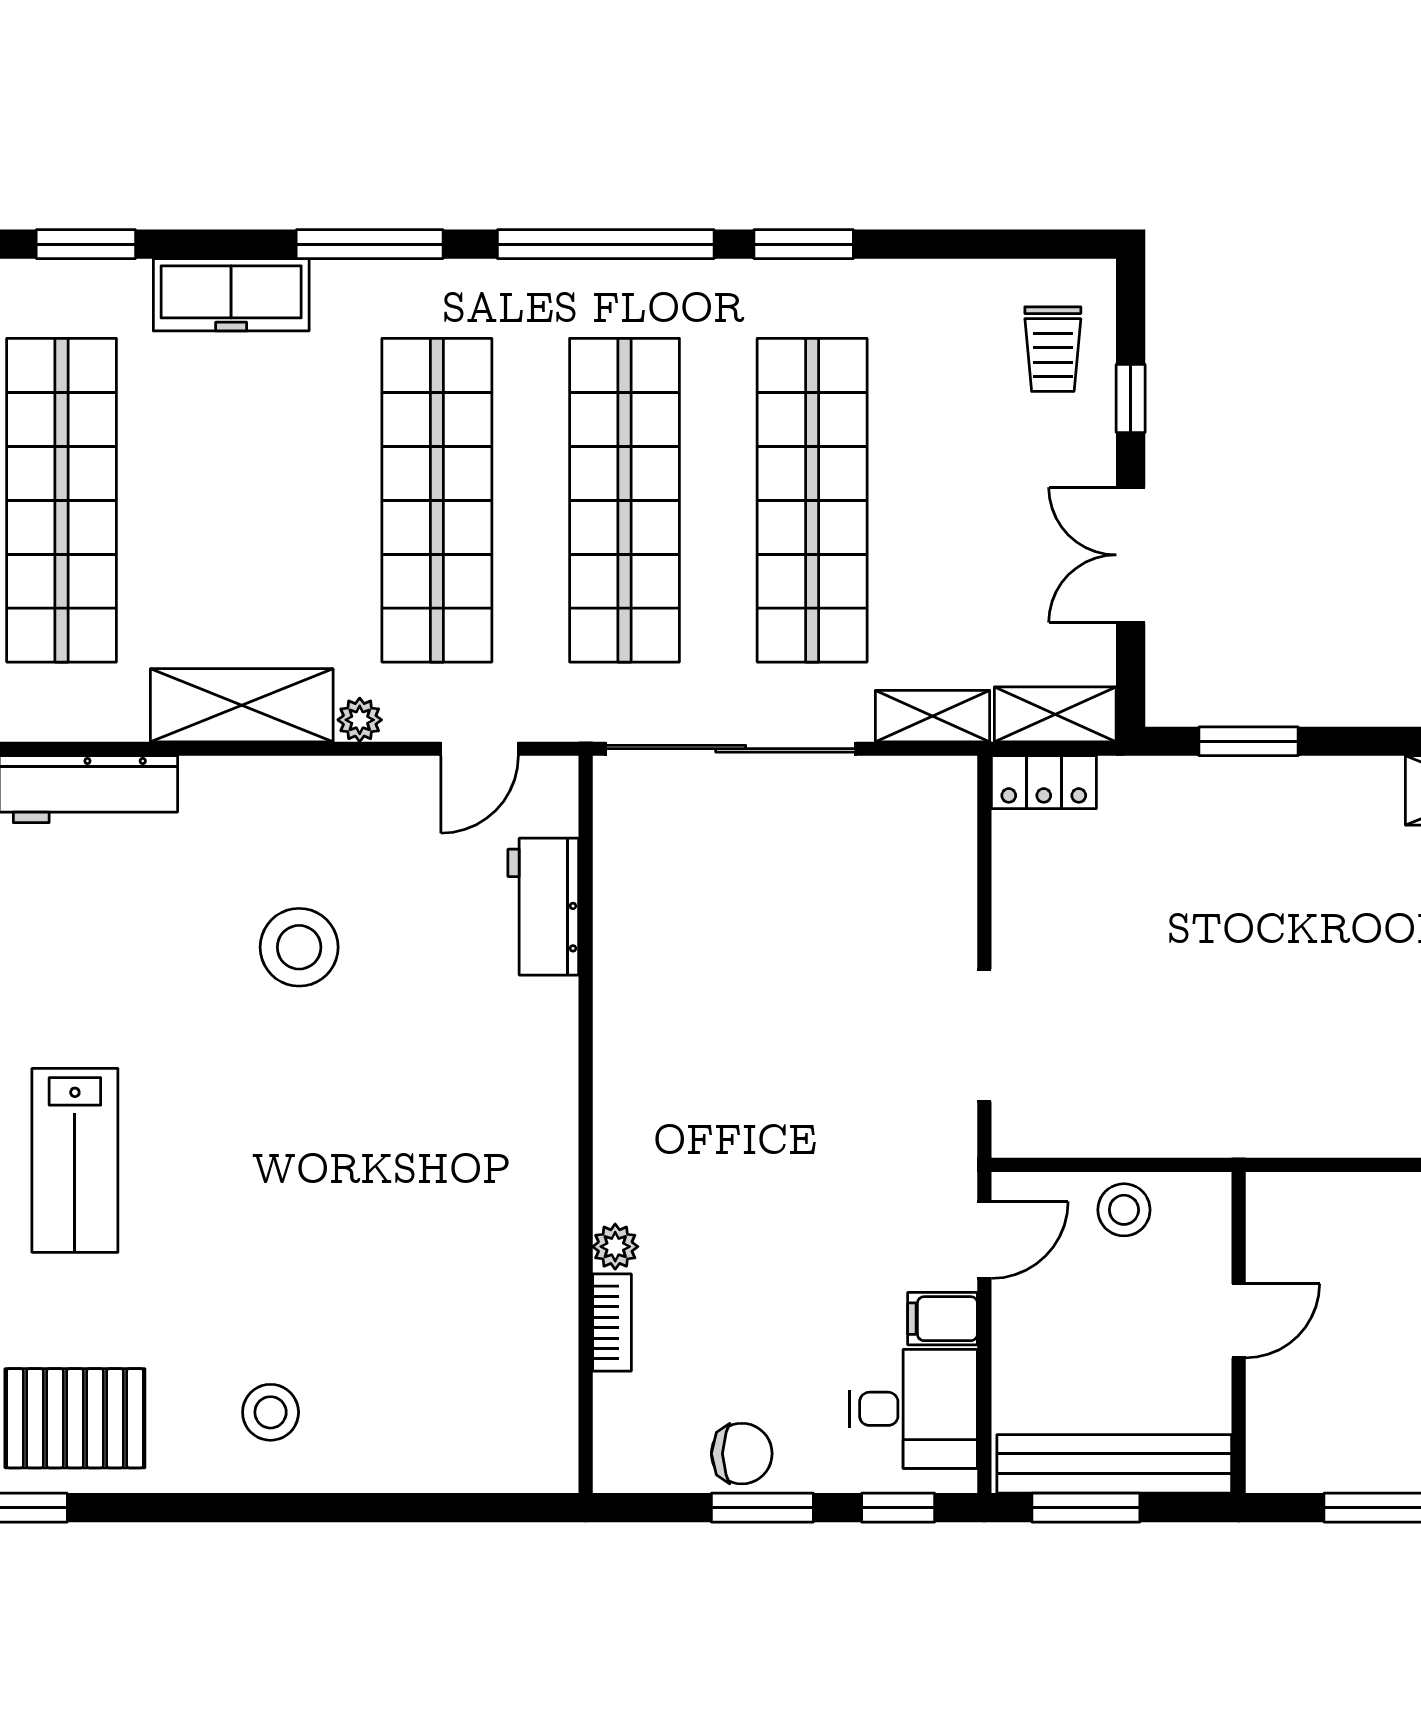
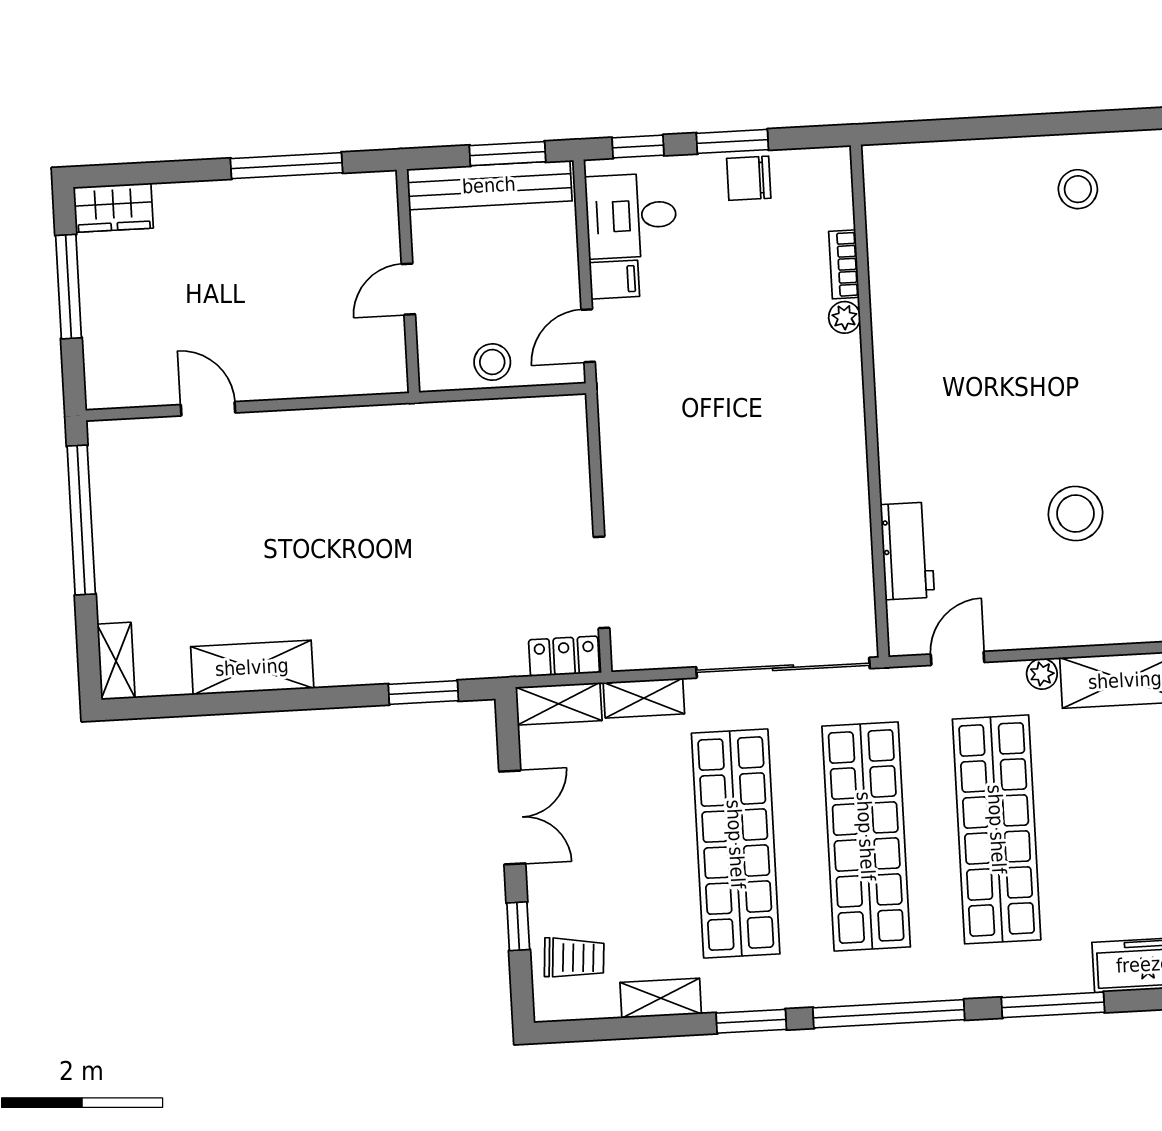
shelving: (932, 284) -> (661, 998), added
trolley: (1053, 349) -> (574, 958), turned 94
doorway: (984, 1035) -> (602, 582), moved

